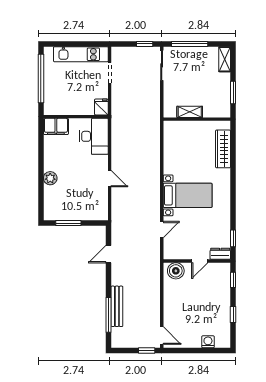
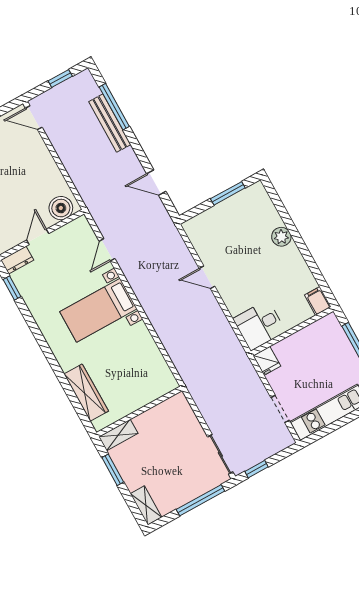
shelving: (190, 112) -> (118, 435), moved
filing cabinet: (56, 126) -> (318, 301), width x0.50
desk: (94, 136) -> (259, 325), width x0.73
door: (109, 254) -> (156, 183), swing flipped
window: (147, 351) -> (60, 78), moved

